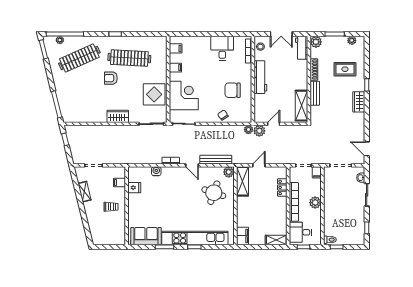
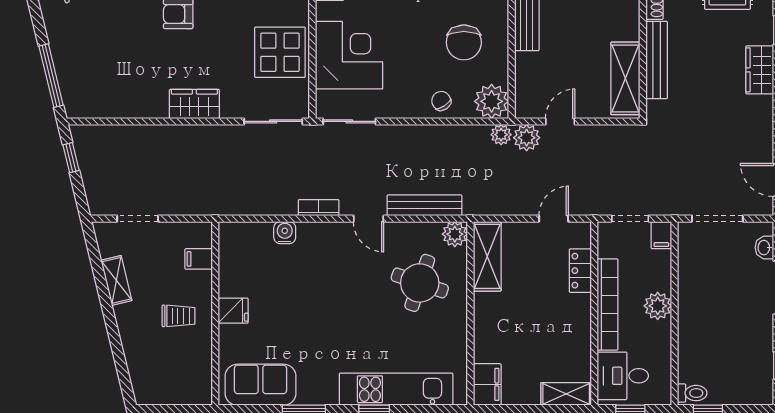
chair: (233, 90) -> (464, 42), turned -90
bench: (315, 93) -> (657, 60), width x1.36
plant: (244, 115) -> (492, 101), added
door: (259, 165) -> (554, 219), moved
fridge: (134, 188) -> (233, 311), moved
kitchen unit: (195, 238) -> (396, 389), width x0.73

